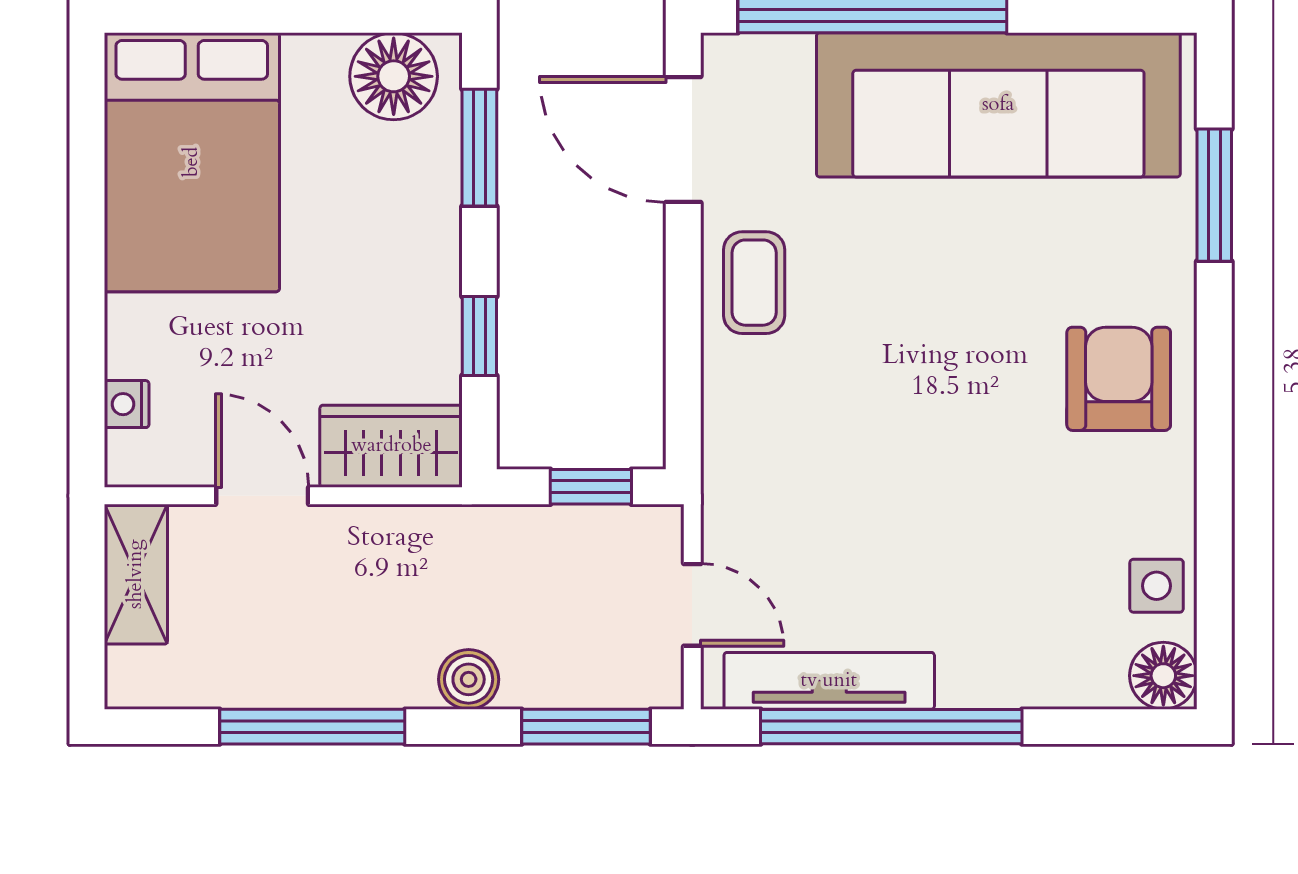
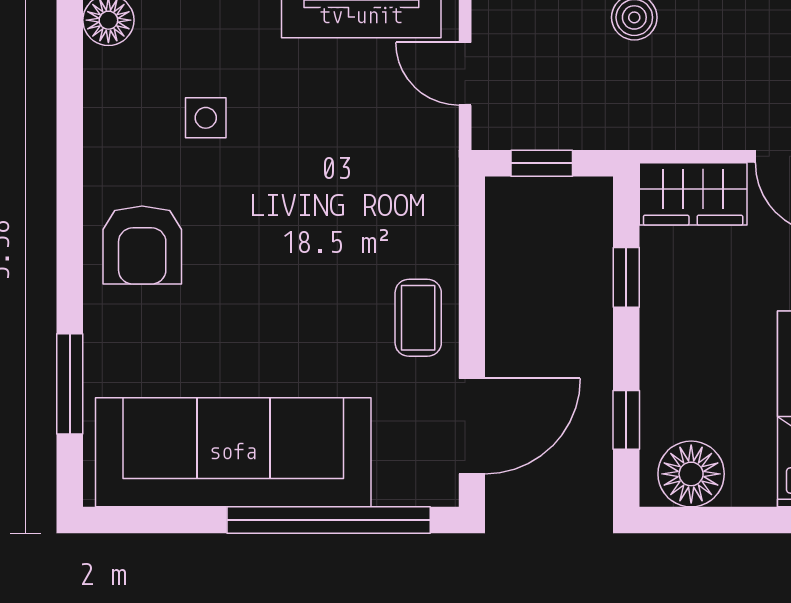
door: (683, 139) -> (472, 426), hinge flipped
window: (479, 148) -> (626, 420), width x0.67
side table: (1157, 586) -> (206, 118), moved

